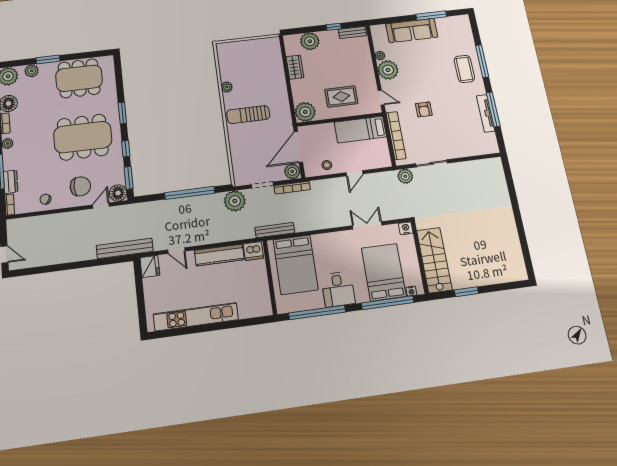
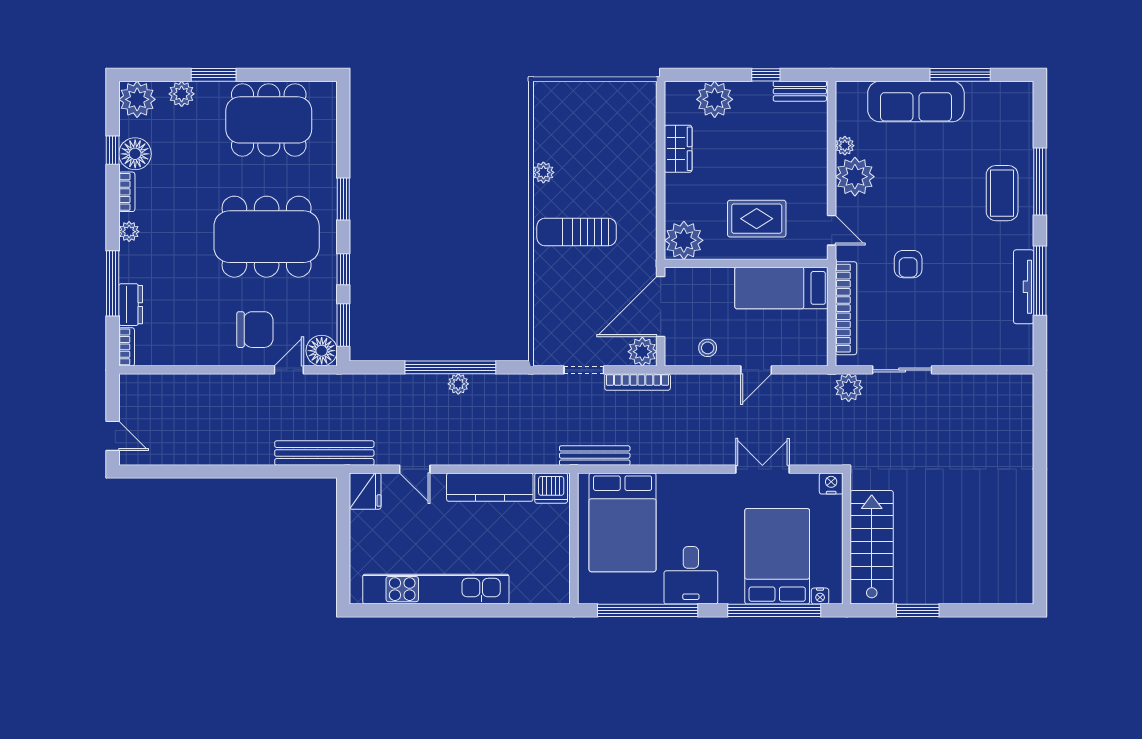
chair: (45, 199) -> (191, 345), removed
plant: (235, 201) -> (458, 384), moved, width x0.53, depth x0.53

